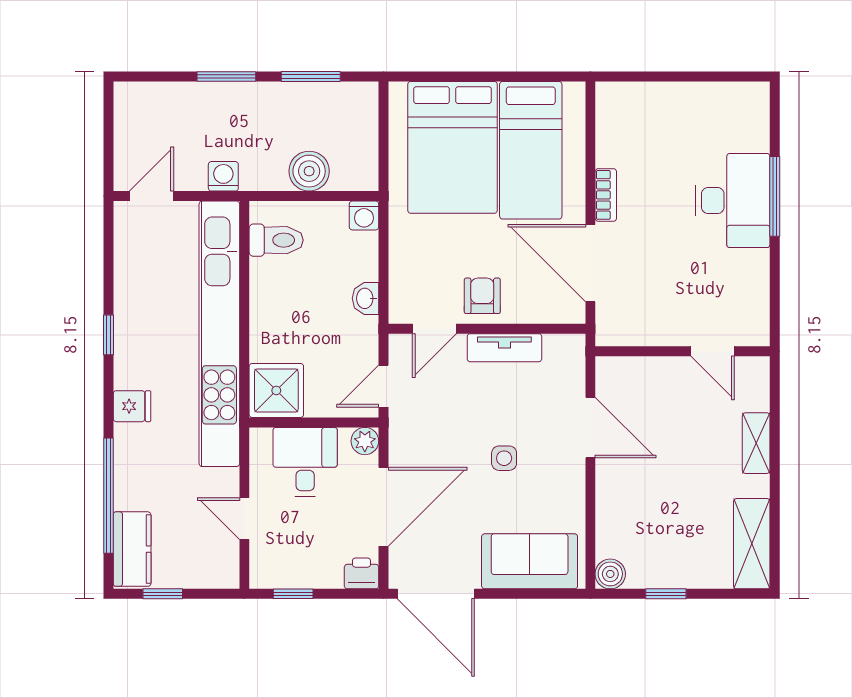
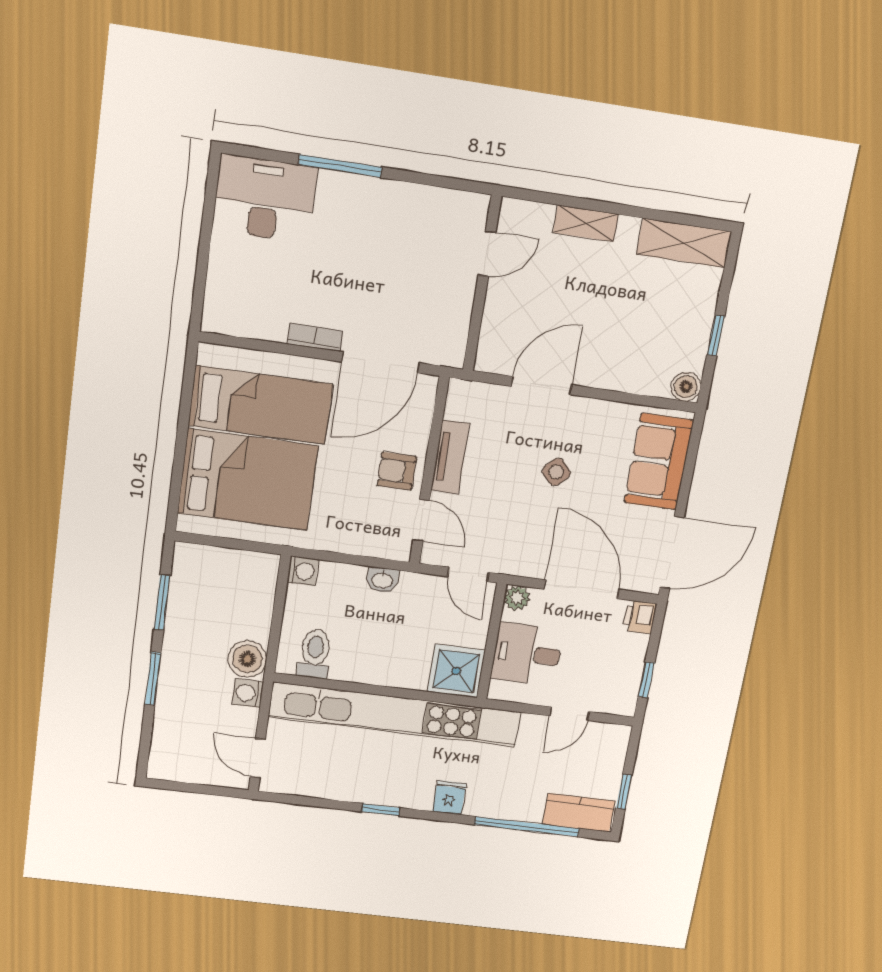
boiler: (309, 171) -> (247, 659), moved
desk: (733, 201) -> (265, 199), moved
side table: (504, 458) -> (556, 472), turned 45

